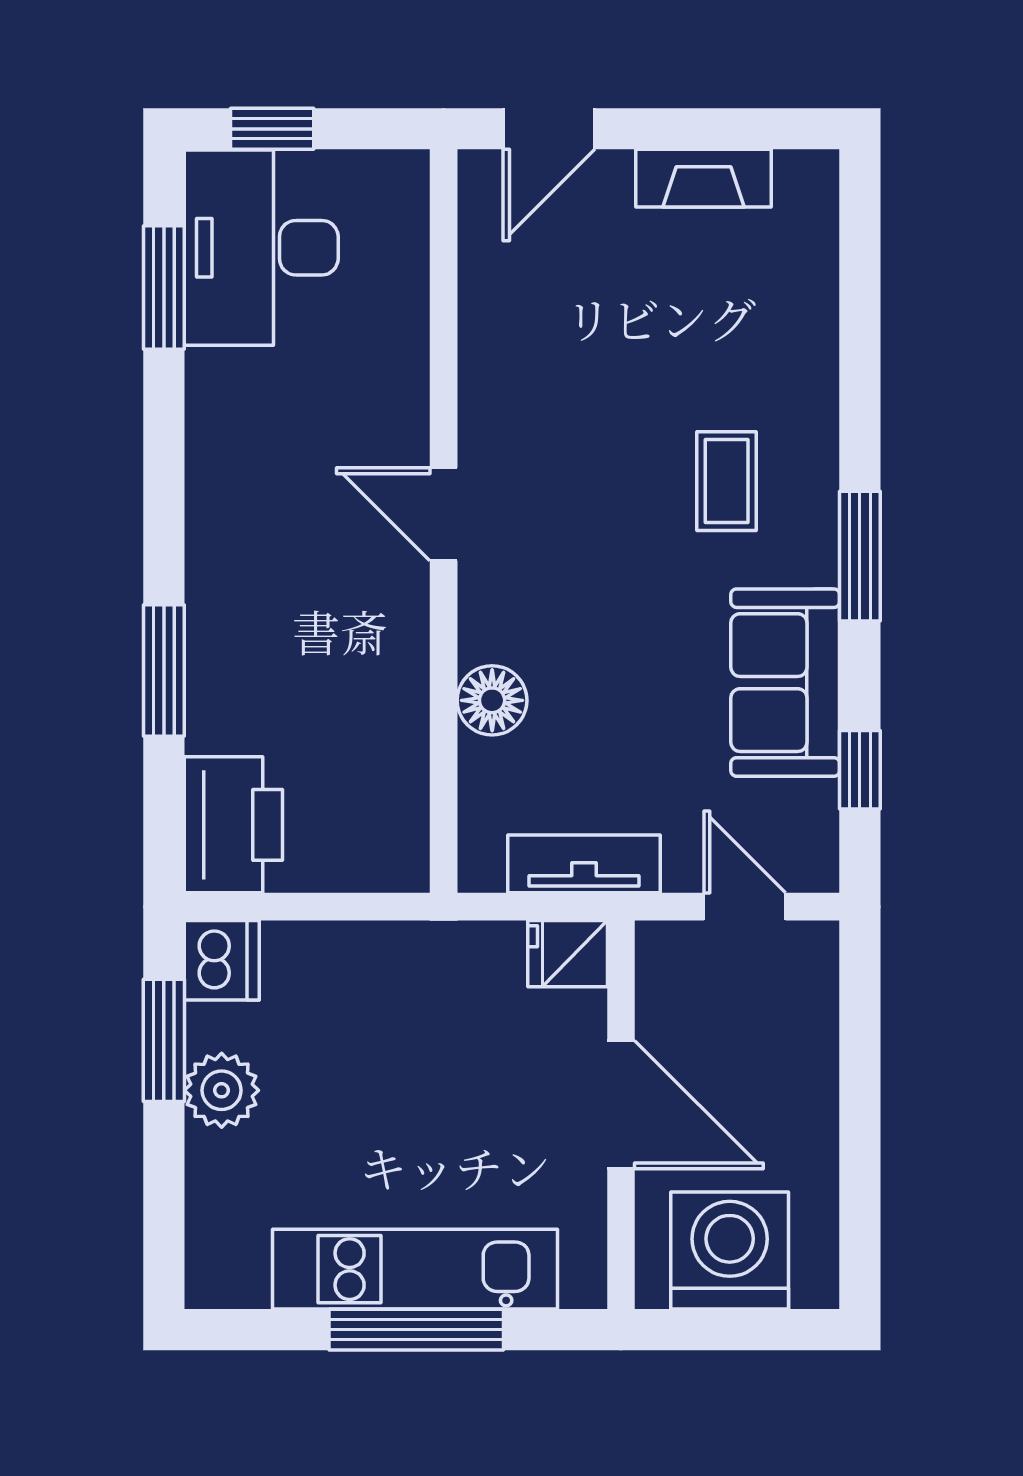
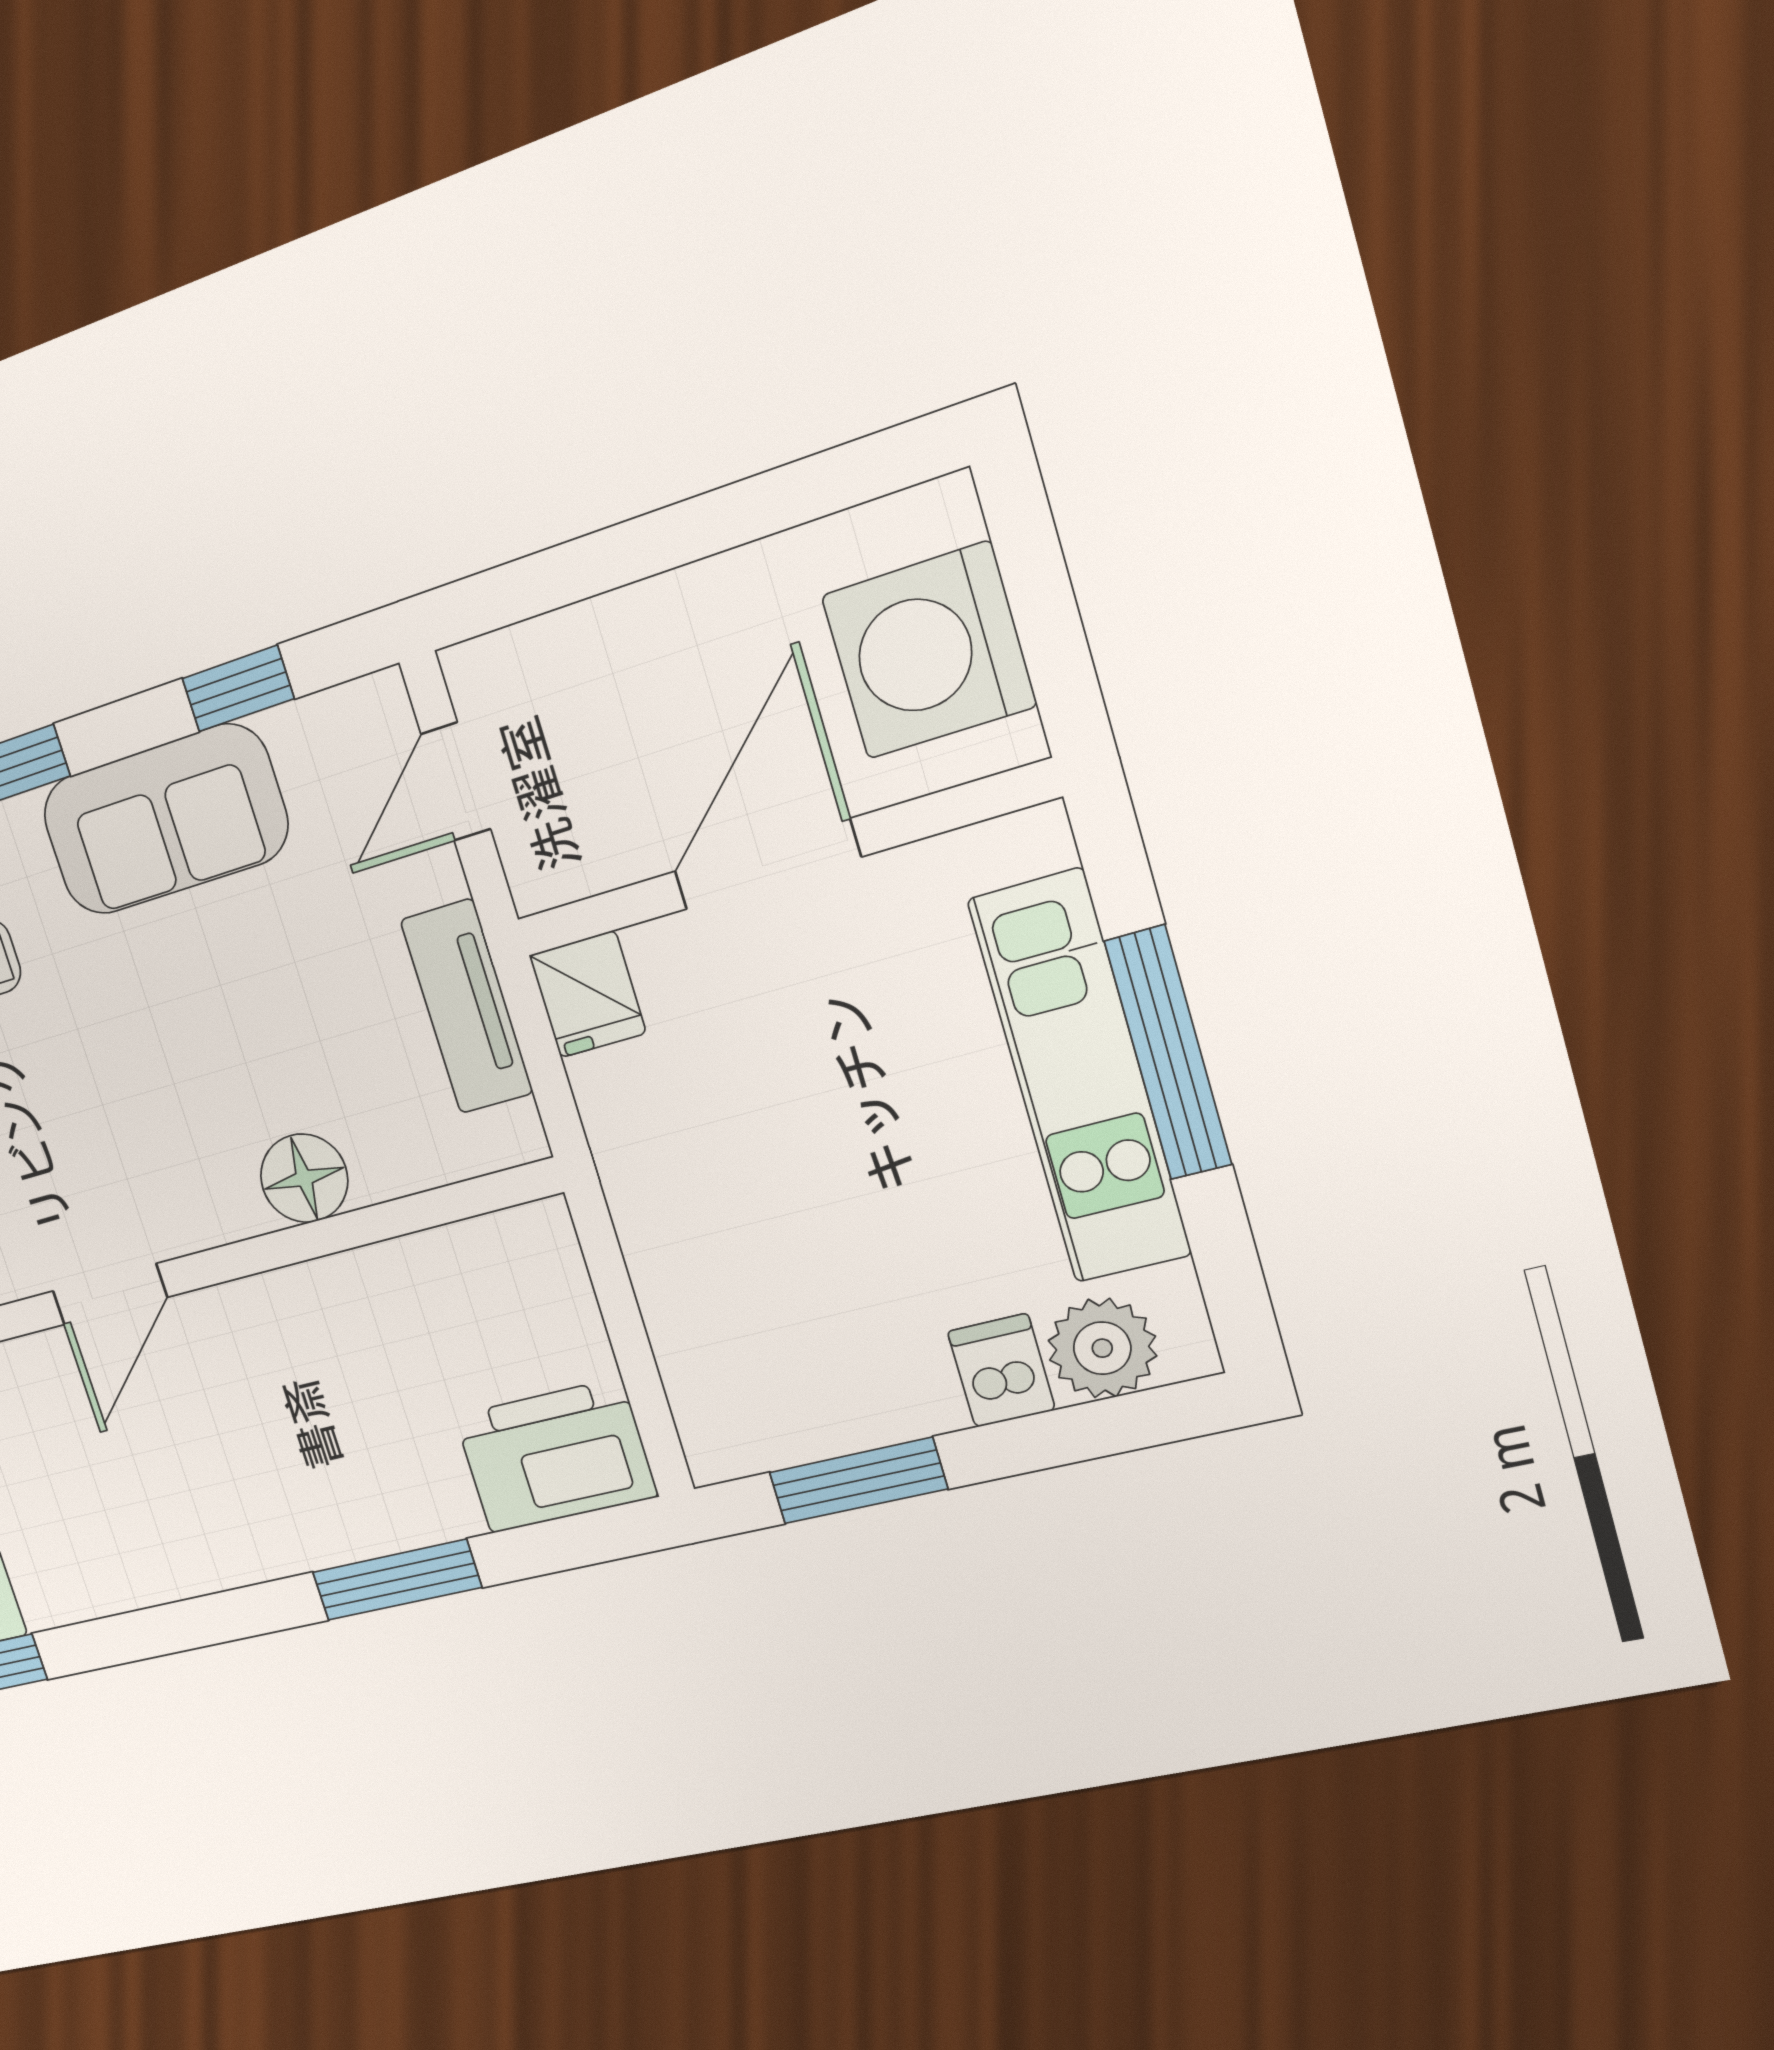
dishwasher: (222, 960) -> (1001, 1371), moved, width x0.73
plant: (222, 1090) -> (1102, 1348), moved

